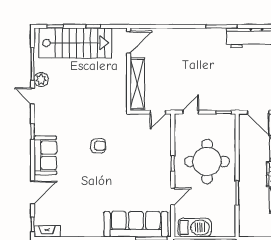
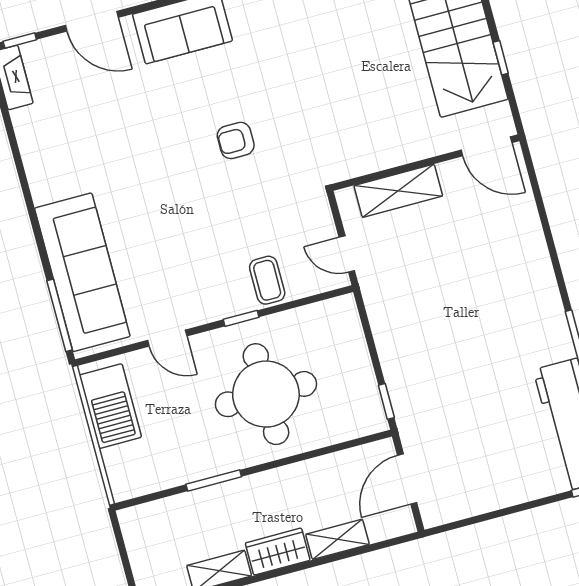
shelving: (137, 84) -> (398, 191), width x0.68
door: (191, 112) -> (367, 328), removed
armchair: (98, 146) -> (236, 140), turned 90
coffee table: (160, 148) -> (267, 280), added

